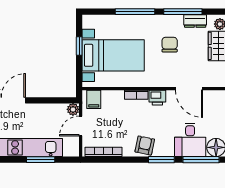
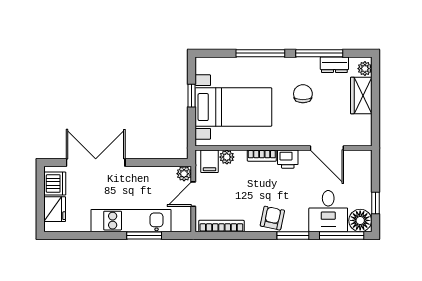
plant: (108, 96) -> (227, 157), added

